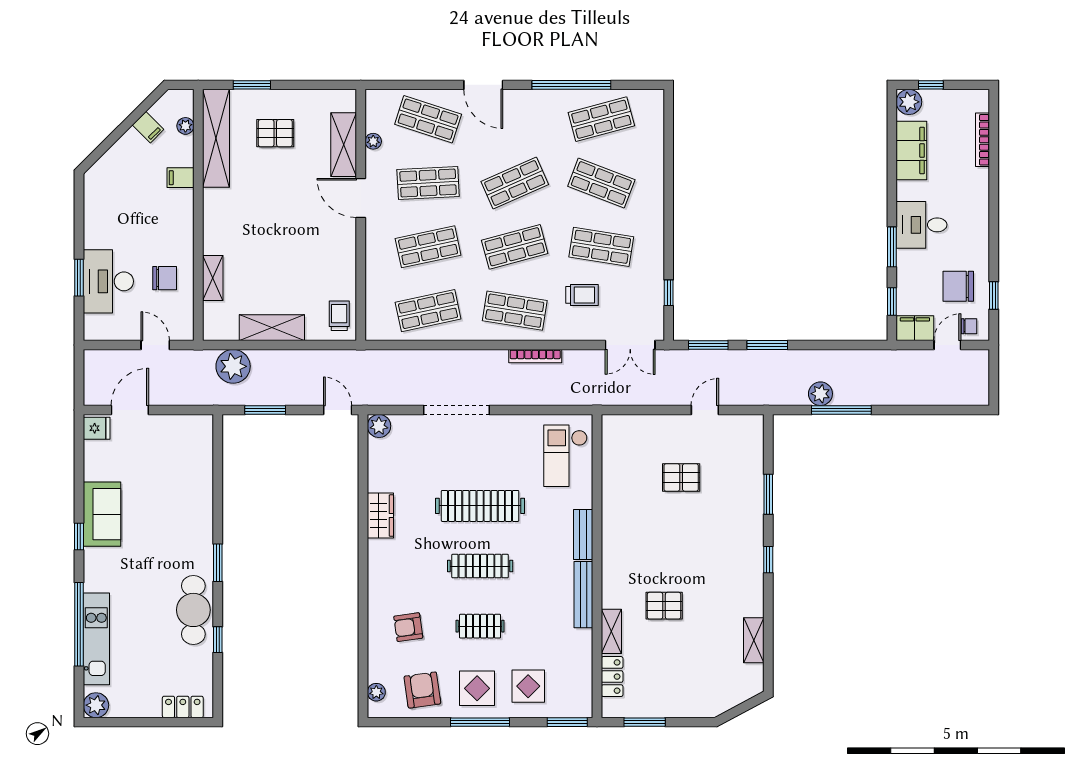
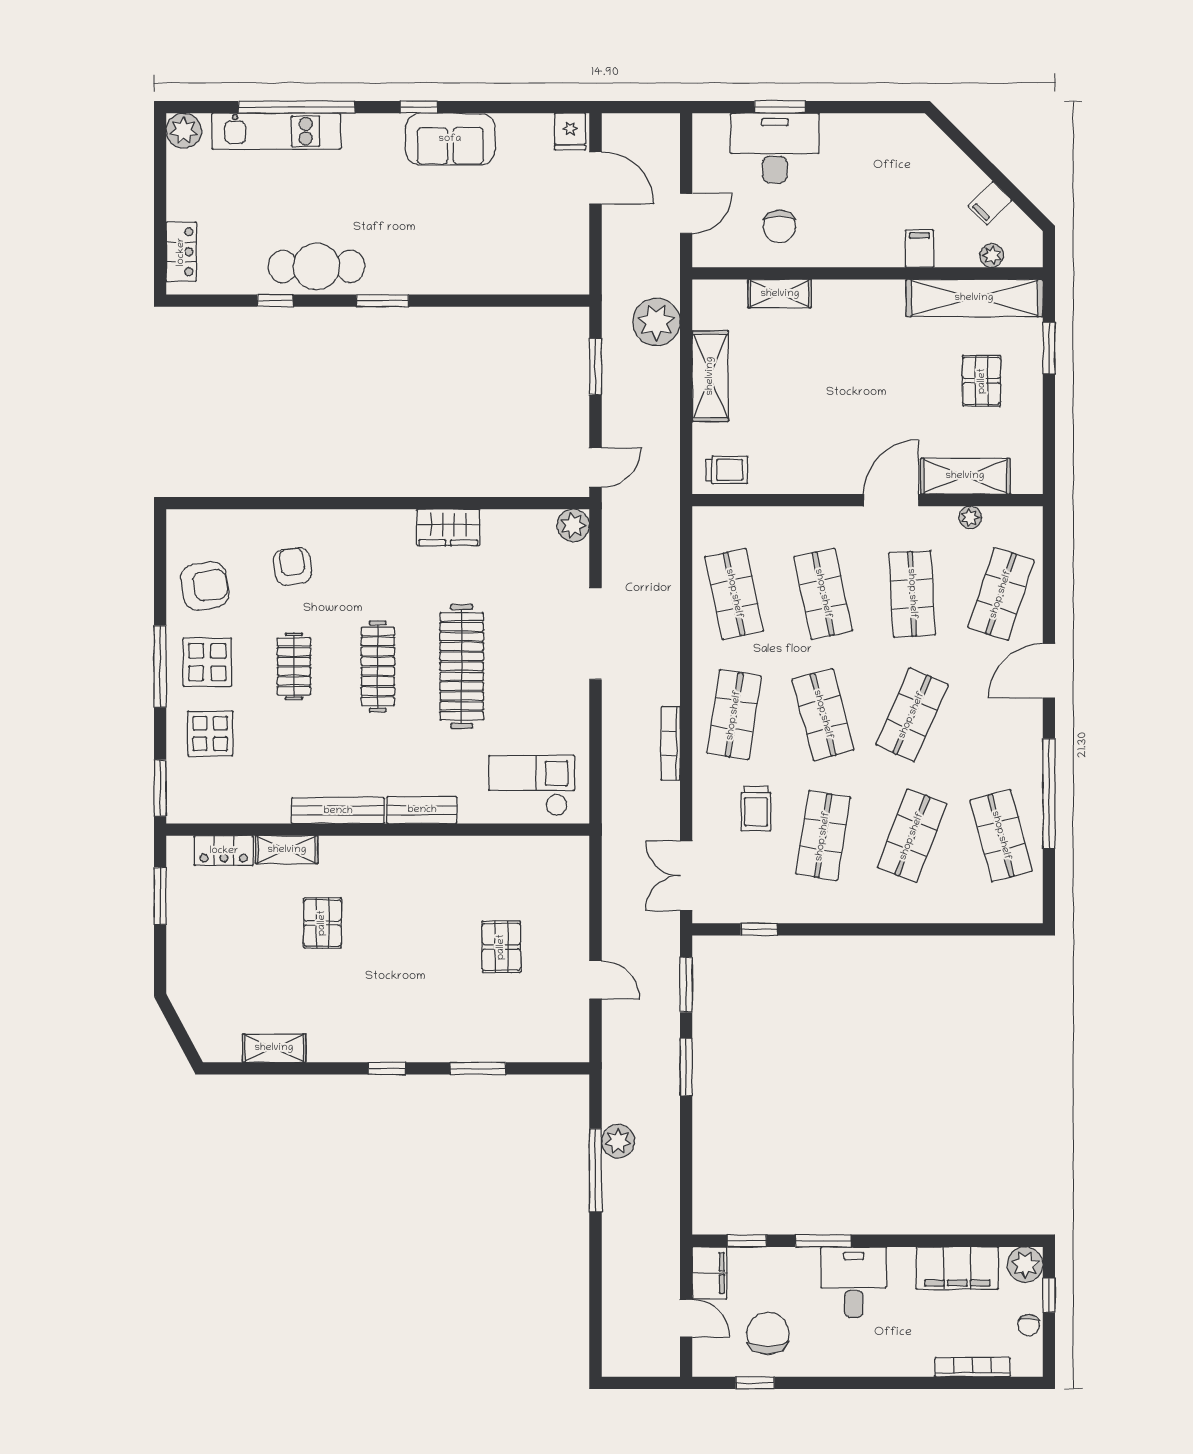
shop shelf: (515, 183) -> (912, 715), turned 48
chair: (969, 326) -> (1029, 1325), moved
plant: (376, 692) -> (202, 522), removed

